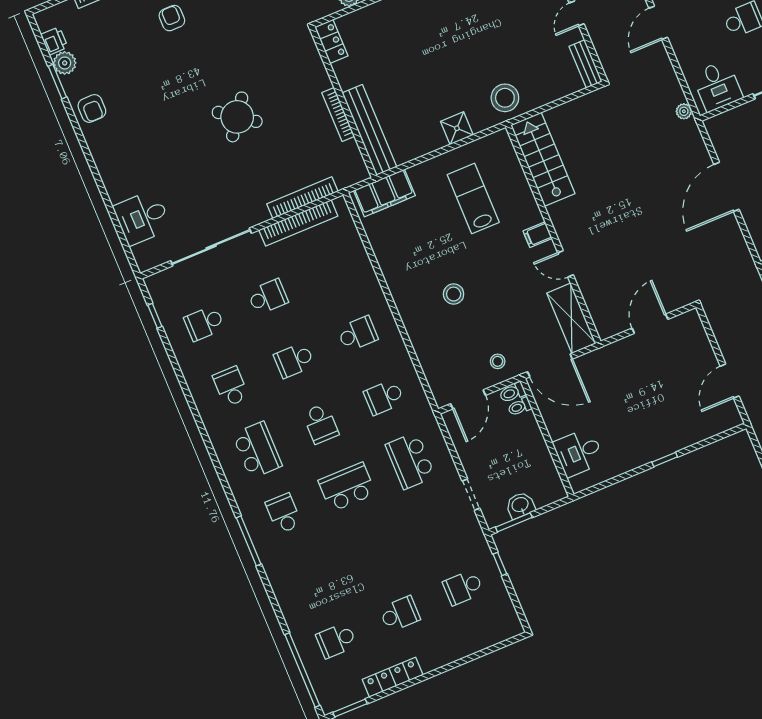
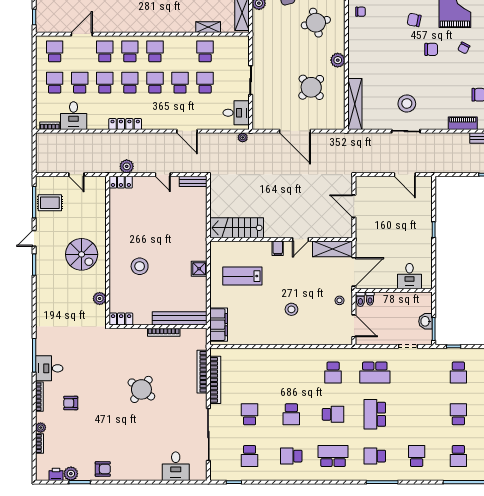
stool: (505, 98) -> (140, 266), moved
school desk: (358, 334) -> (417, 456), moved

